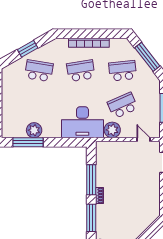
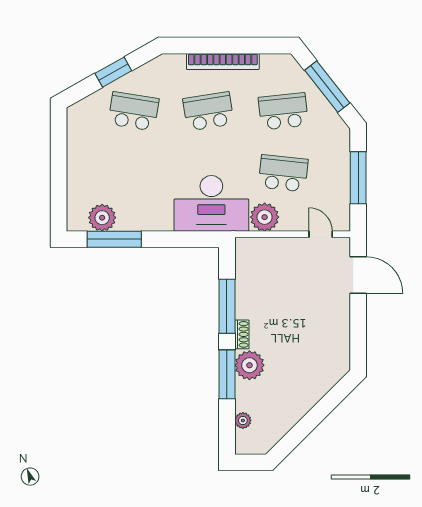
school desk: (123, 105) -> (283, 173), turned 30
plant: (34, 130) -> (102, 218), moved
plant: (104, 213) -> (249, 365), added

